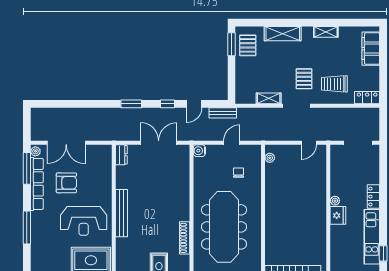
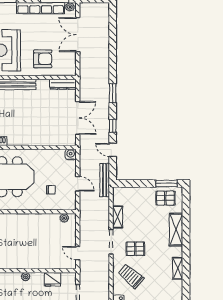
trolley: (334, 84) -> (131, 276), turned -49
bench: (223, 113) -> (105, 180), width x1.36
dresser: (121, 155) -> (63, 84), width x1.44
armchair: (66, 183) -> (43, 59), moved, turned -90
fridge: (338, 215) -> (52, 279), moved

